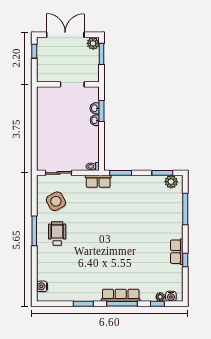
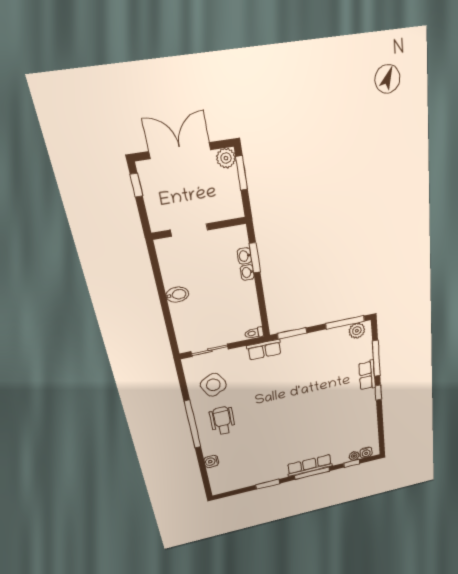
doorway: (72, 84) -> (189, 230), moved
bidet: (44, 127) -> (177, 295), added
window: (162, 173) -> (345, 322), width x1.44
window: (34, 231) -> (192, 424), width x1.46
row of seats: (177, 252) -> (367, 375), moved
window: (185, 260) -> (378, 393), moved
water cooler: (42, 286) -> (211, 461), moved

